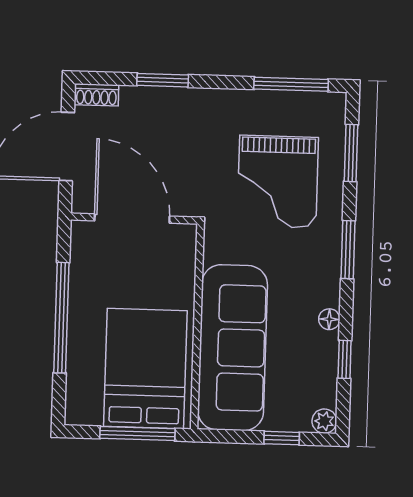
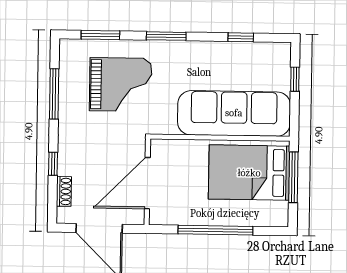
window: (163, 80) -> (53, 164), width x0.67
window: (291, 84) -> (54, 94), moved
shoe rack: (96, 95) -> (64, 191), moved
floor lamp: (329, 319) -> (214, 48), removed
plant: (324, 421) -> (283, 50), removed

